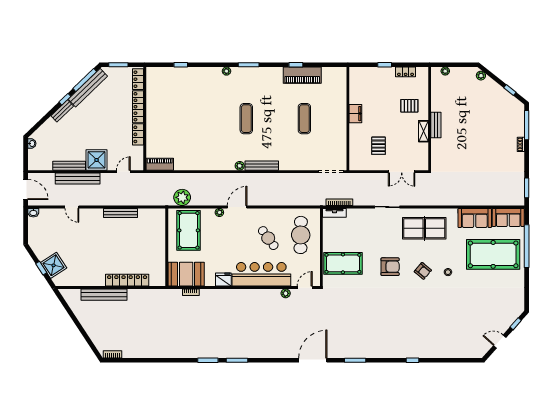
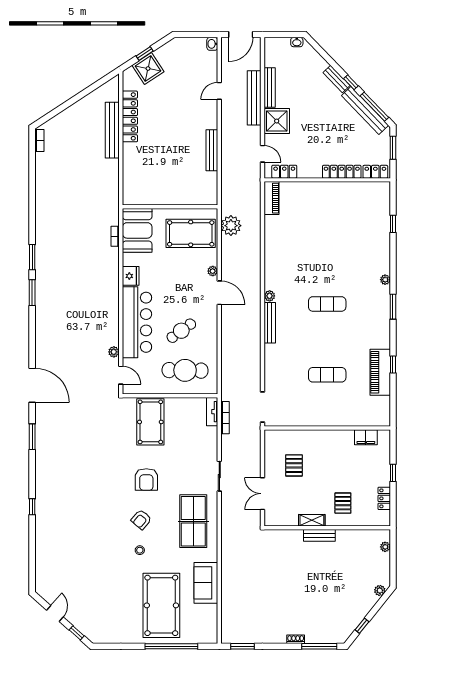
filing cabinet: (355, 114) -> (366, 437), moved
locker: (138, 134) -> (284, 172), moved
pallet: (379, 146) -> (294, 465), turned 90
sofa: (508, 217) -> (206, 624), removed
locker: (127, 280) -> (130, 116), moved

